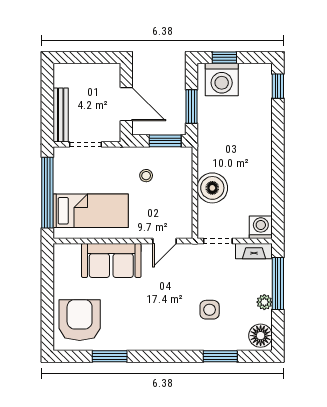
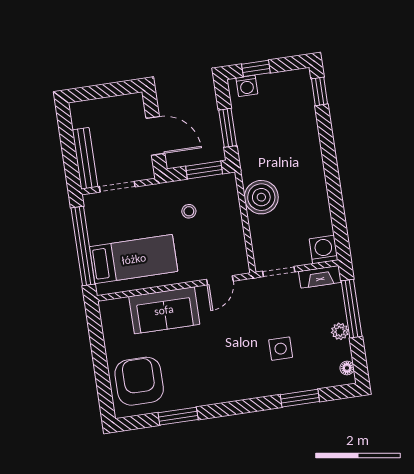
washing machine: (222, 79) -> (247, 86), width x0.53, depth x0.53
boiler: (212, 188) -> (261, 197), moved
floor lamp: (261, 336) -> (347, 368), width x0.53, depth x0.53

